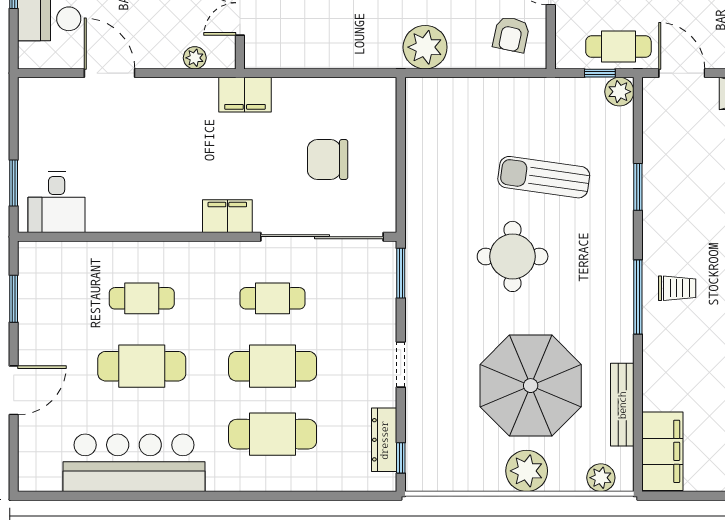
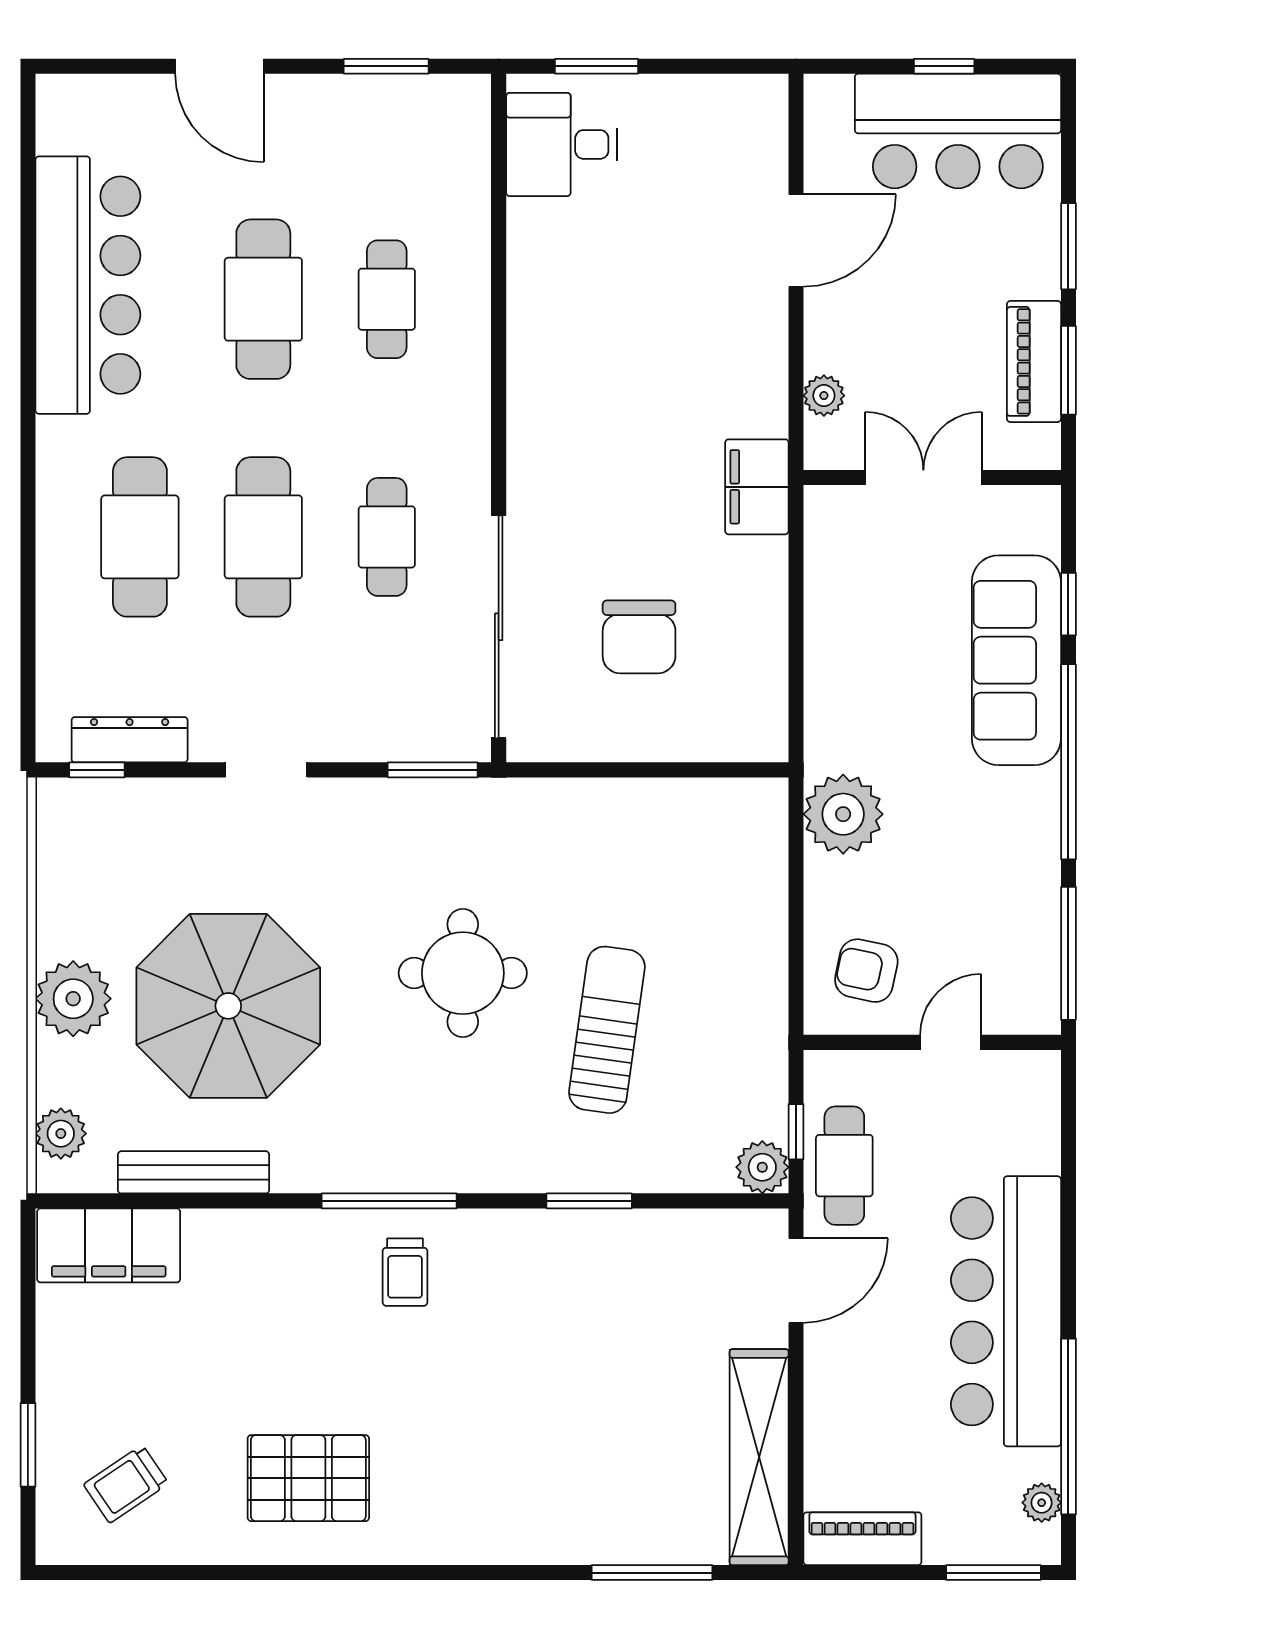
chair: (328, 160) -> (639, 637), turned 180
filing cabinet: (227, 216) -> (536, 455), removed

